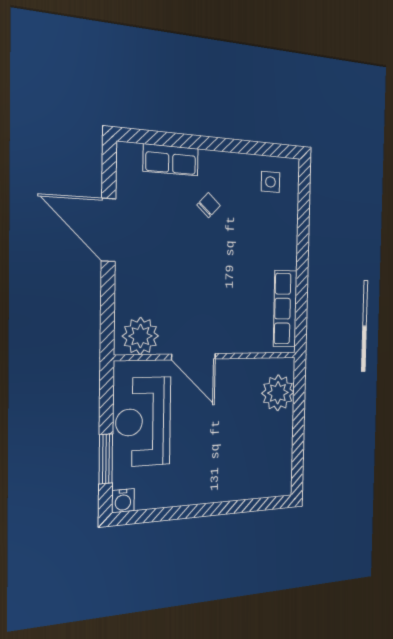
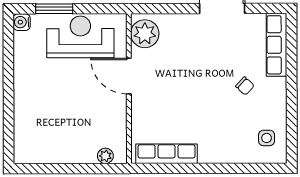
row of seats: (171, 160) -> (277, 45), width x1.48
door: (194, 357) -> (129, 76), hinge flipped
plant: (278, 393) -> (105, 156), width x0.53, depth x0.53

